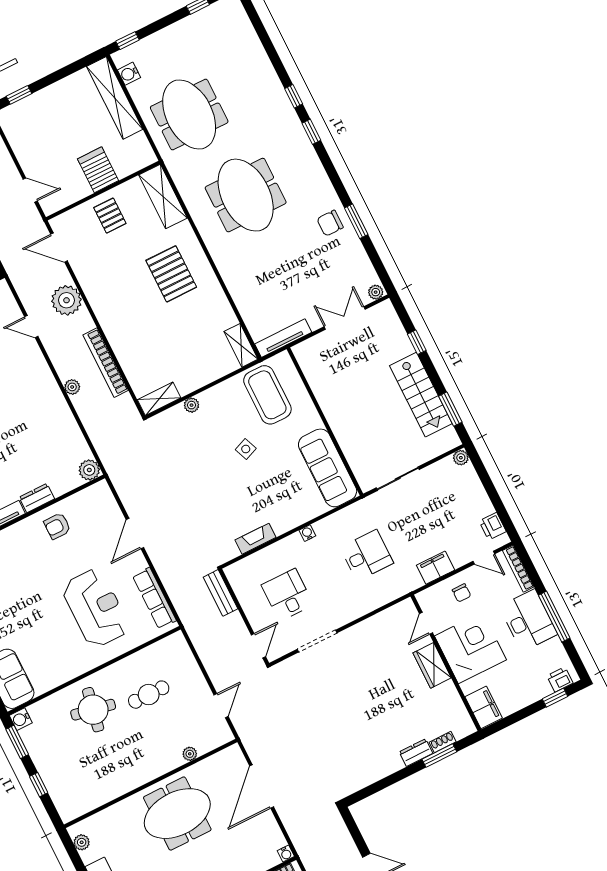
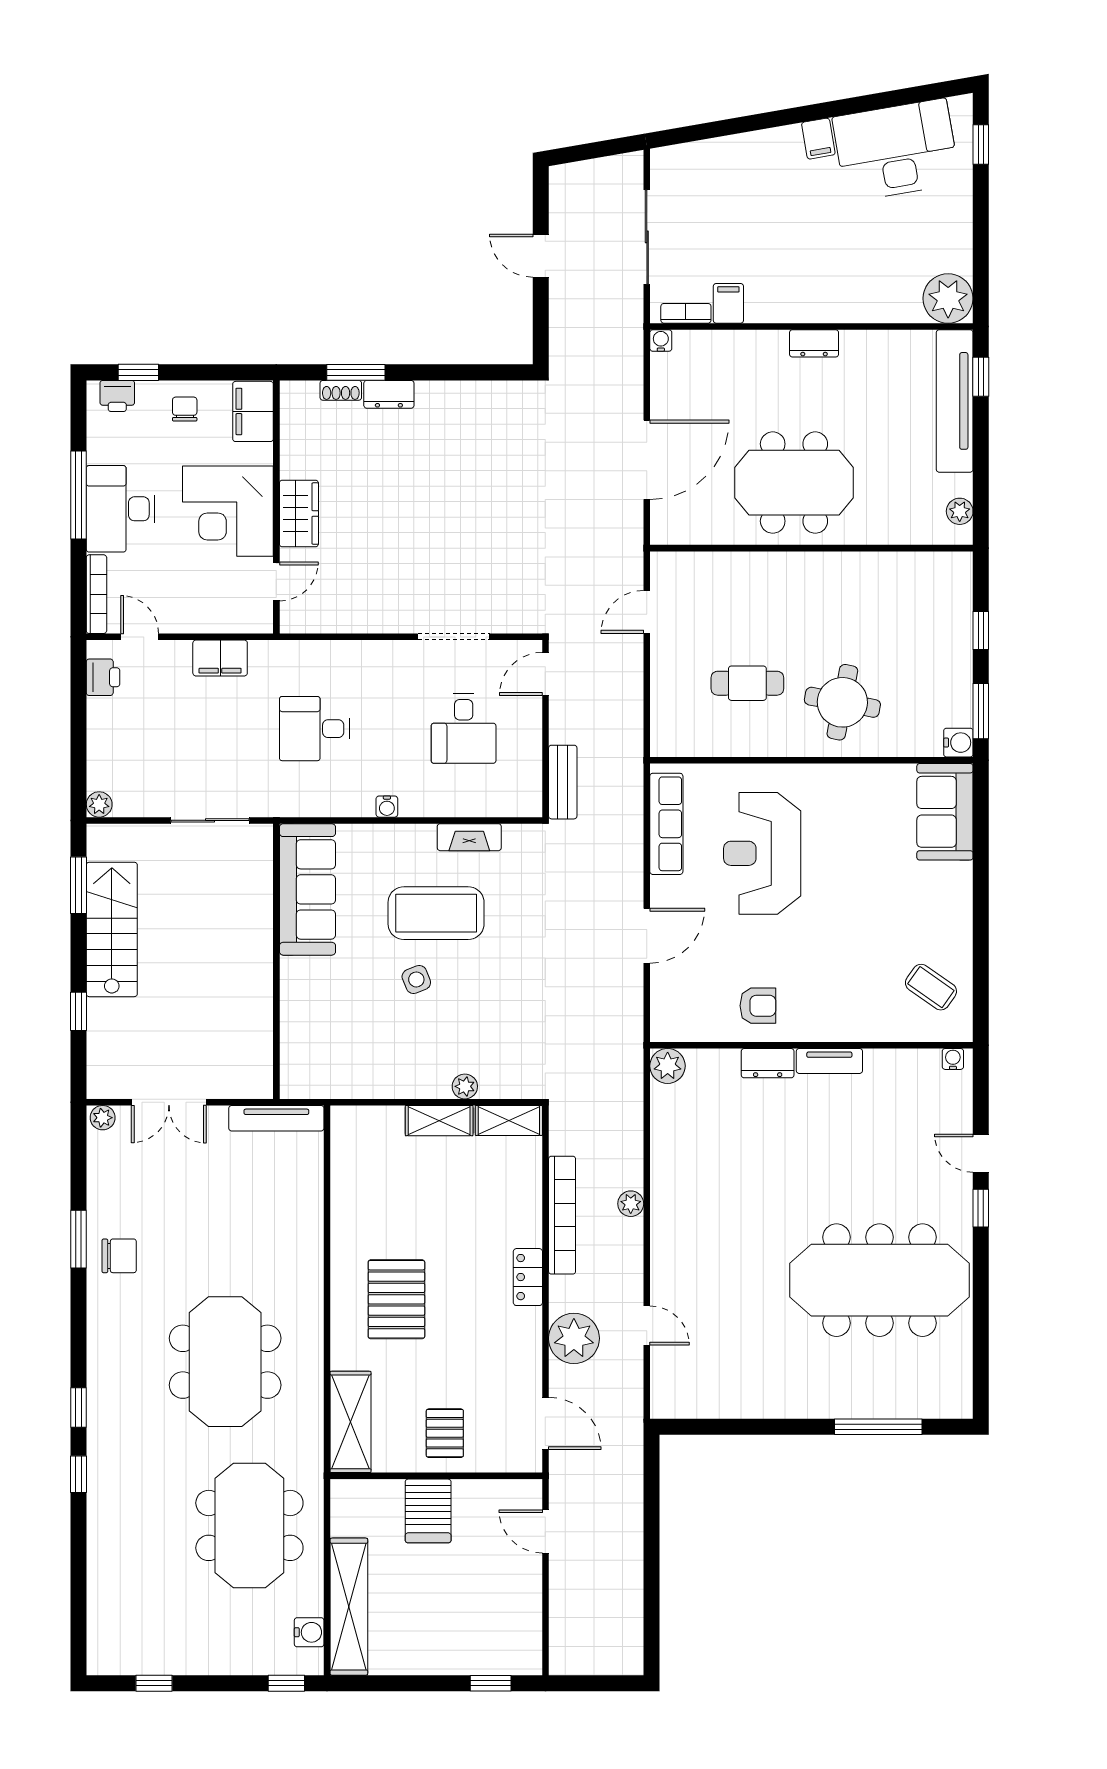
locker: (107, 321) -> (528, 1277), added
shelving: (241, 345) -> (439, 1121), moved, turned 90
coffee table: (267, 395) -> (436, 913), moved, turned 90
chair: (462, 593) -> (185, 409), moved
plant: (190, 754) -> (730, 563), removed

